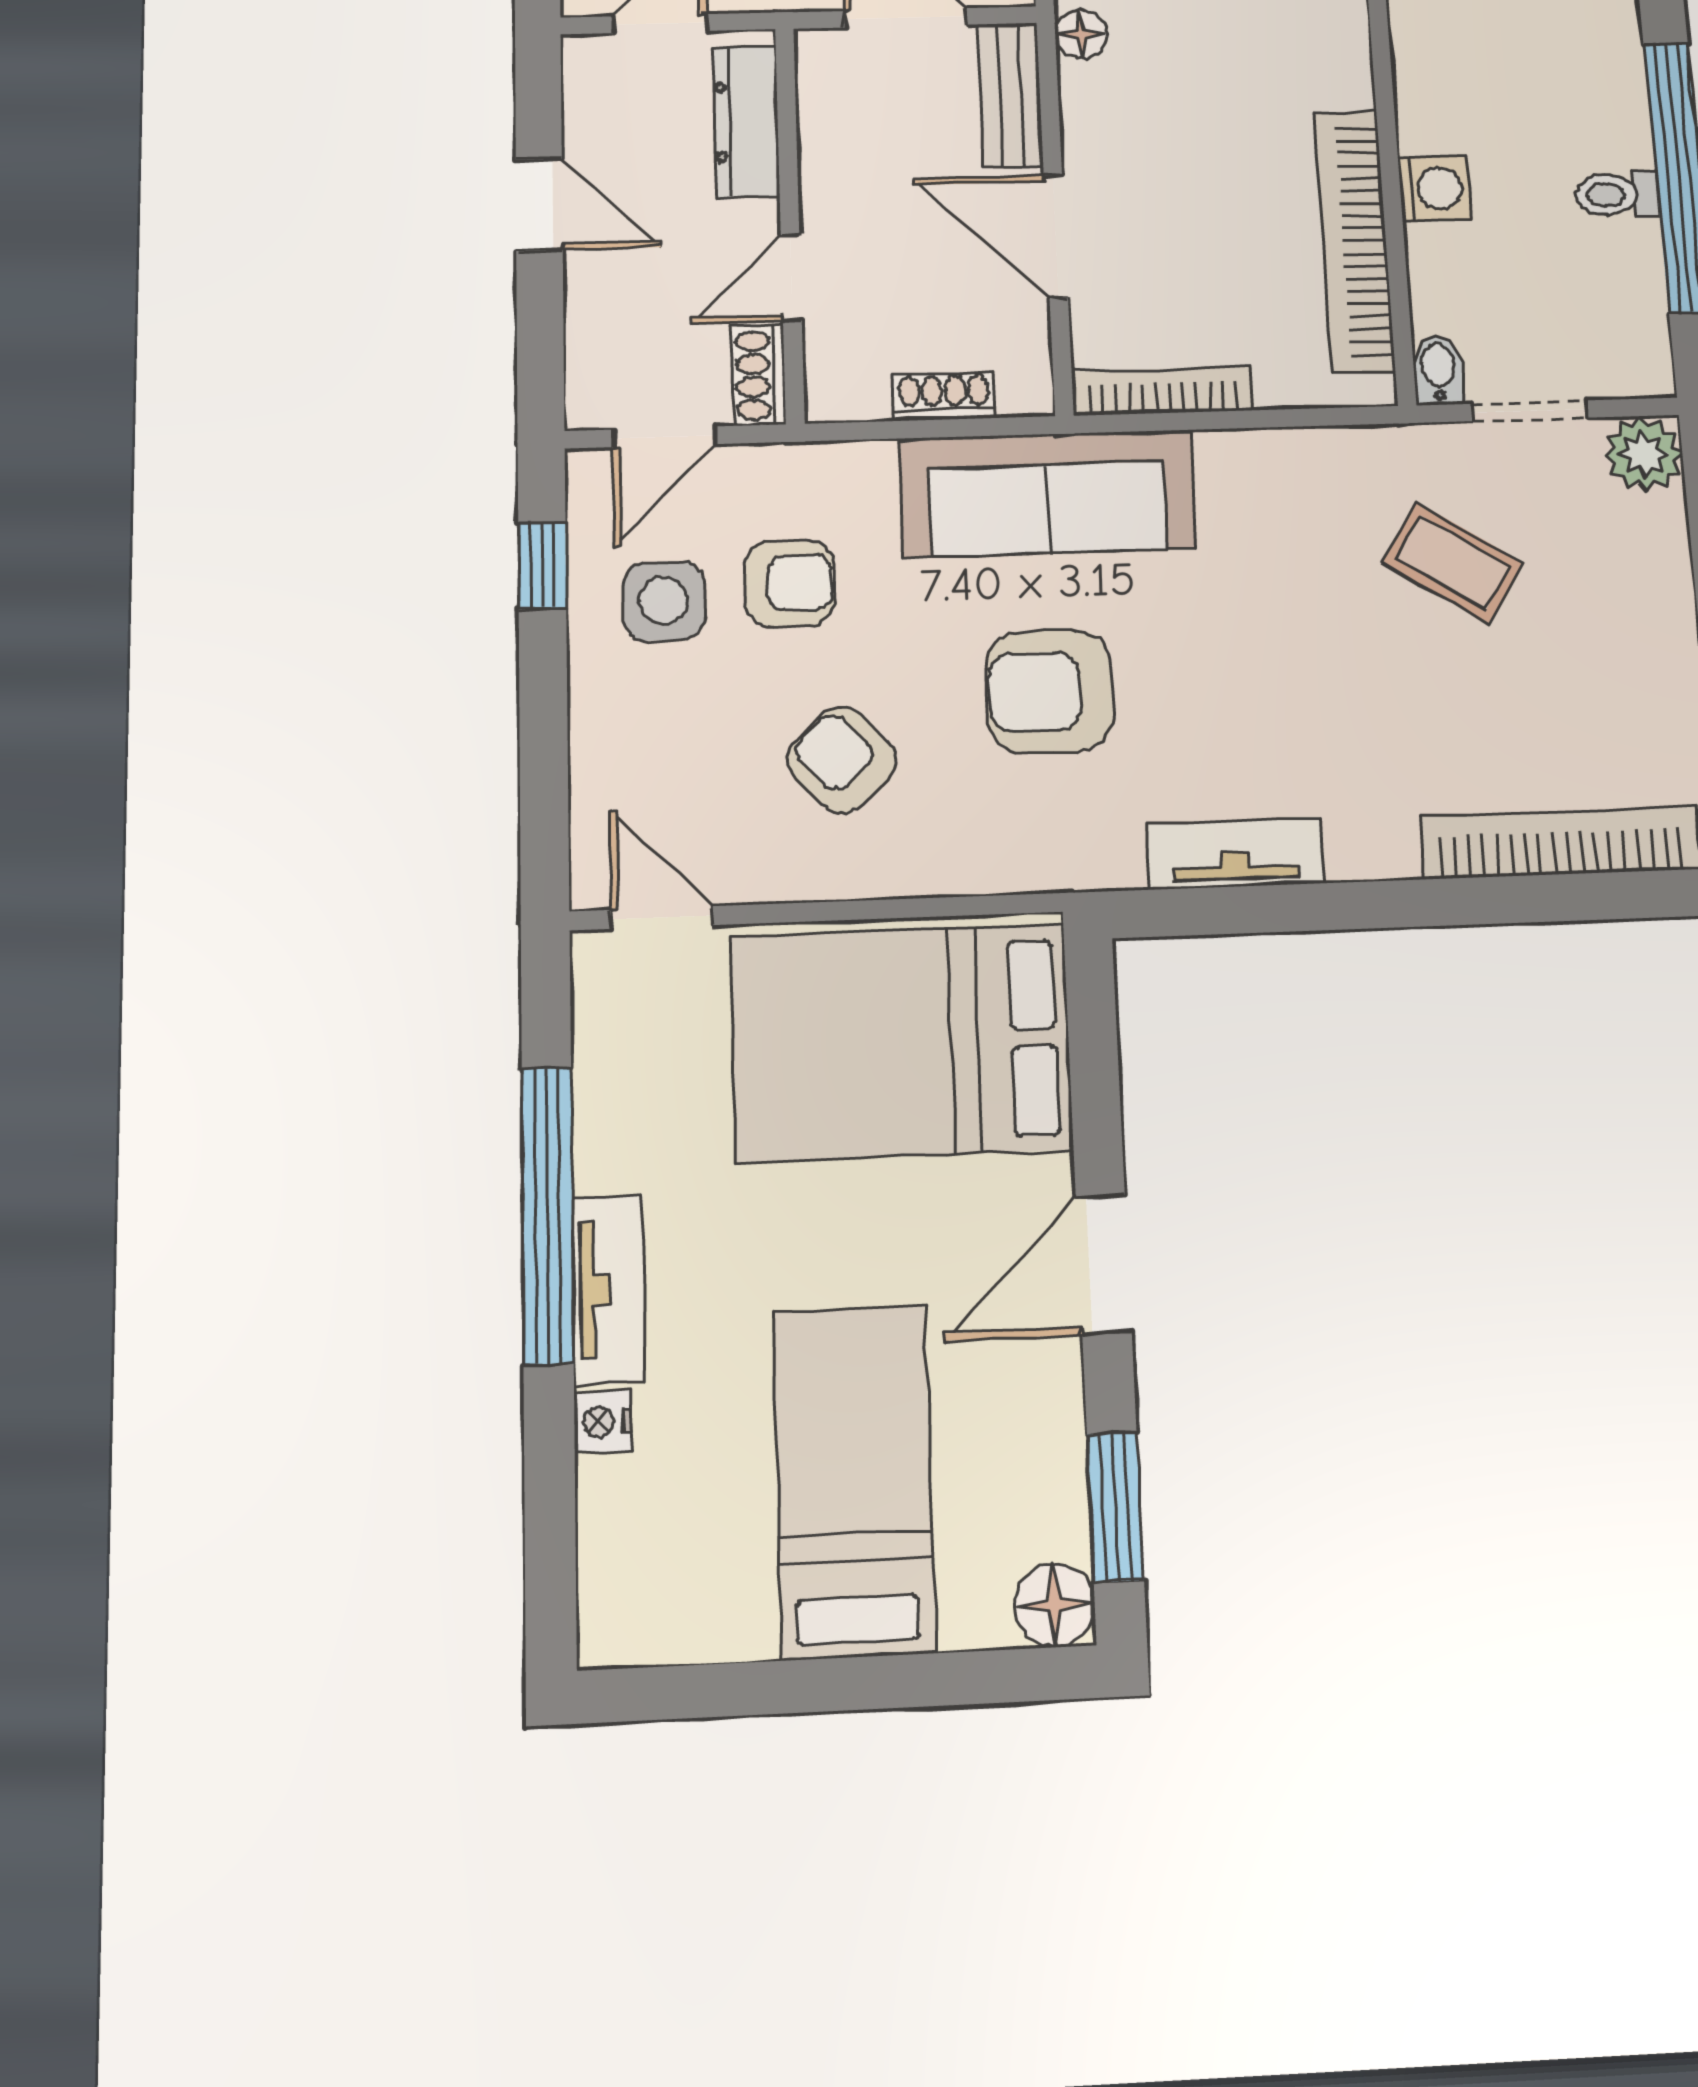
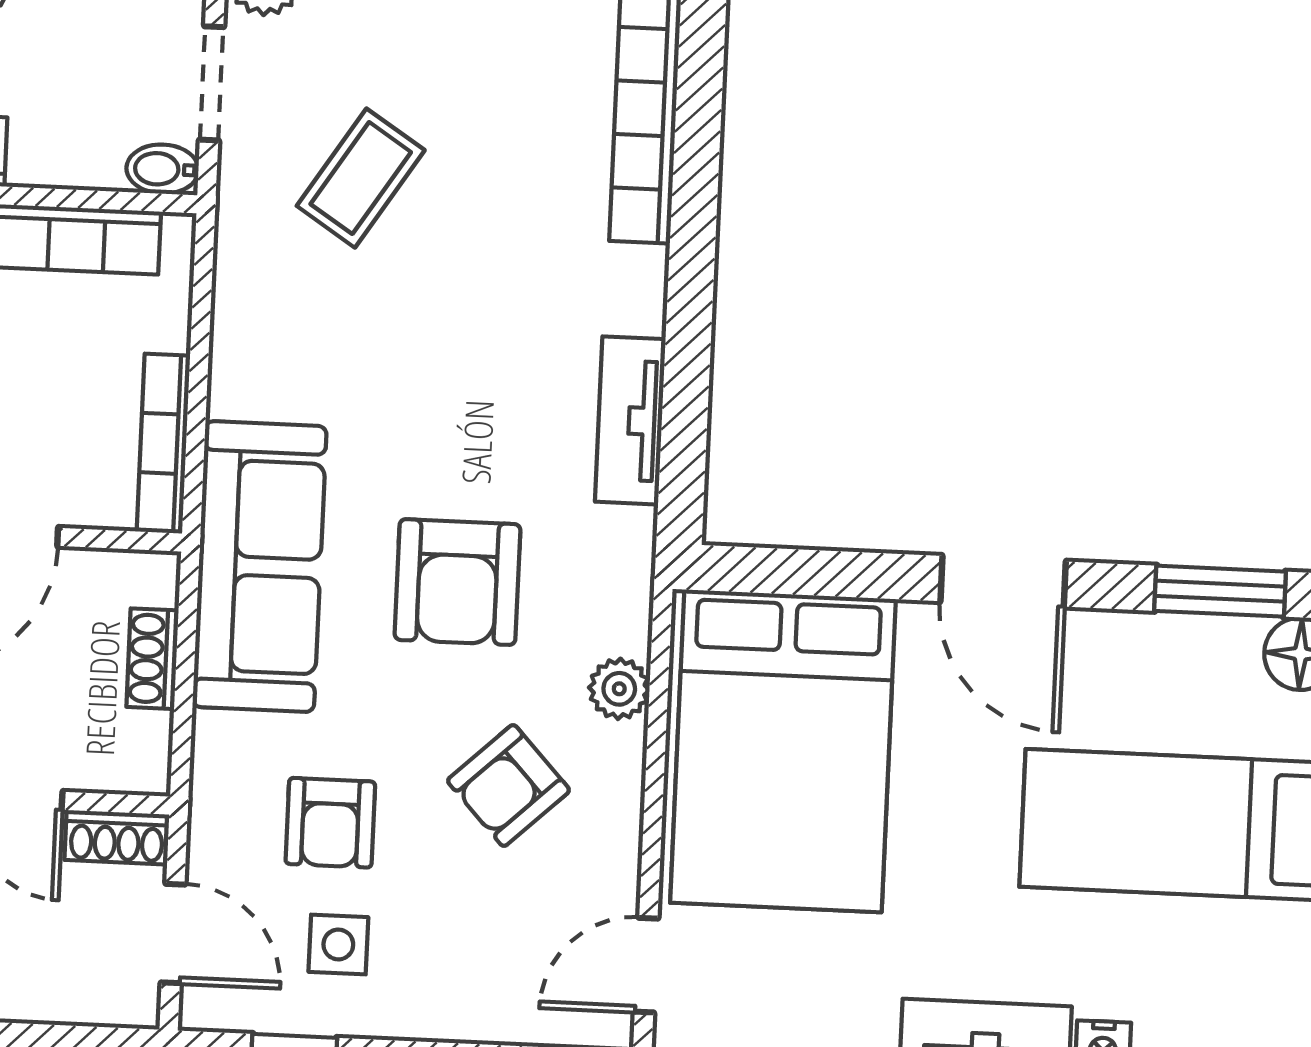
armchair: (790, 583) -> (330, 823), turned 180
side table: (664, 601) -> (338, 944), width x0.73, depth x0.73
plant: (953, 865) -> (619, 689), added

